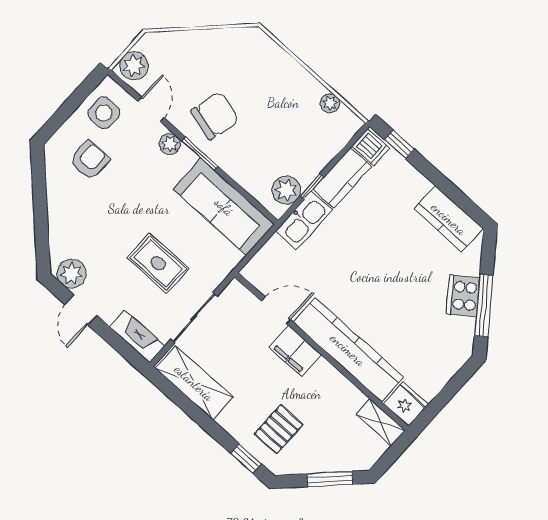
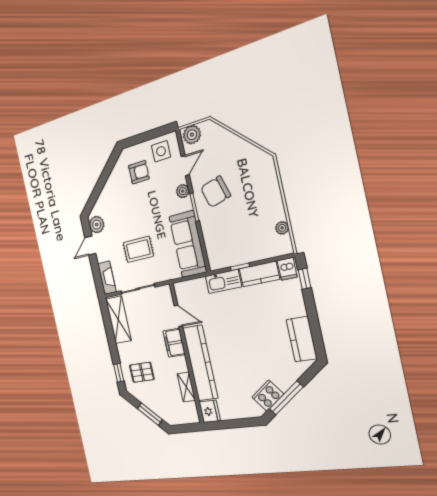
chair: (215, 116) -> (216, 192), turned 149
plant: (286, 190) -> (225, 259), removed
rug: (158, 263) -> (138, 249), turned 90
cooker: (463, 296) -> (268, 396), moved
shelving: (381, 422) -> (186, 387), moved

